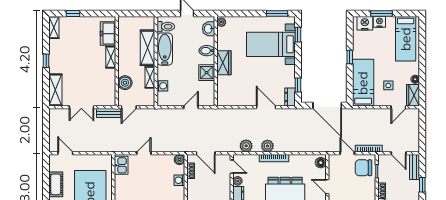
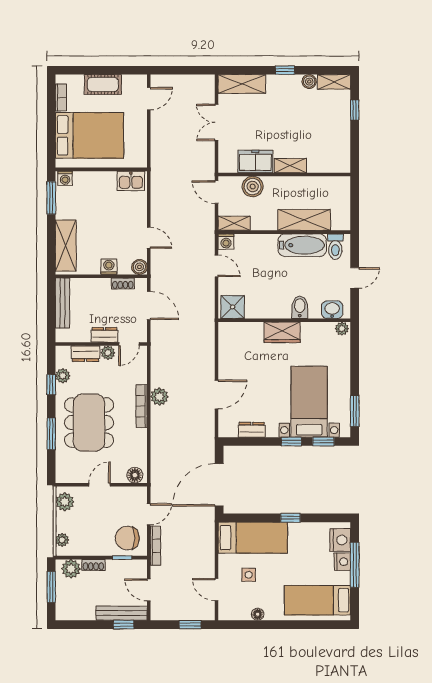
window: (382, 13) -> (355, 565), width x1.44
freezer: (108, 34) -> (255, 161), moved
boiler: (54, 44) -> (309, 82), added
shower: (207, 73) -> (233, 307), moved
shelving: (150, 77) -> (234, 223), moved
window: (298, 85) -> (291, 442), moved
washing machine: (162, 86) -> (226, 242), moved
wardrobe: (413, 95) -> (234, 611), removed
dresser: (290, 97) -> (252, 430), moved
door: (191, 107) -> (217, 266), moved
bench: (109, 113) -> (208, 163), removed
window: (422, 125) -> (190, 625), added
plant: (246, 146) -> (160, 365), removed
door: (144, 153) -> (149, 238), moved
door: (206, 153) -> (149, 305), swing flipped
door: (399, 153) -> (149, 590), hinge flipped
bench: (414, 167) -> (122, 613), width x1.36
chair: (363, 168) -> (127, 538), turned -90
dresser: (226, 183) -> (105, 335), added
window: (422, 185) -> (124, 625), moved

